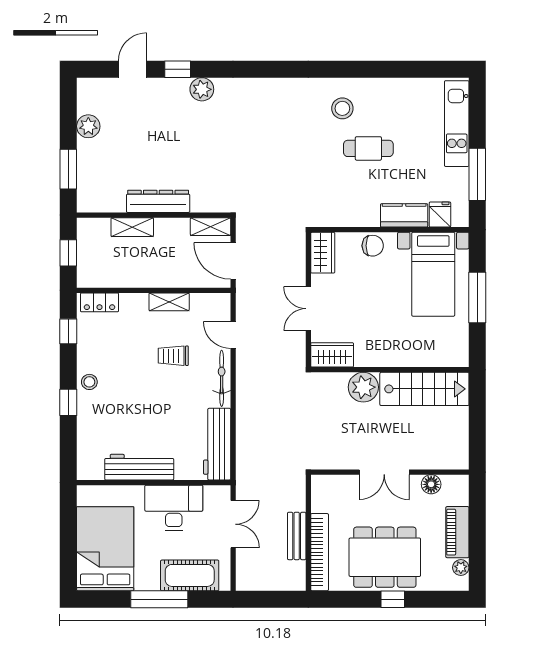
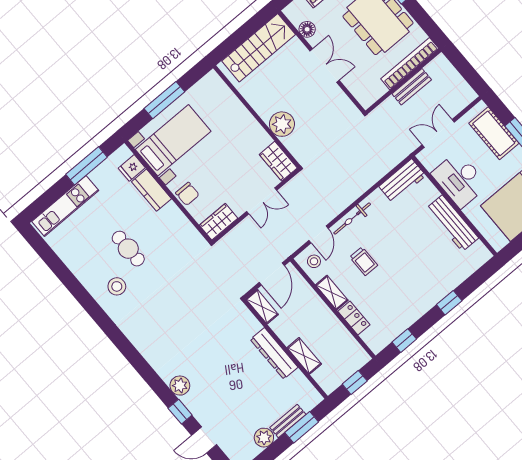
bench: (85, 161) -> (288, 421), added
chair: (373, 246) -> (187, 194), turned 180
locker: (99, 302) -> (354, 318), moved
stool: (89, 382) -> (314, 261), moved
stairs: (424, 389) -> (259, 48), moved, turned 90
workbench: (217, 444) -> (402, 181), width x0.73

